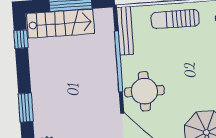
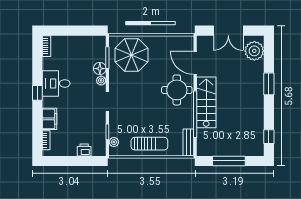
stairs: (61, 24) -> (206, 102), moved, turned 90
bench: (125, 31) -> (188, 142), width x0.73

